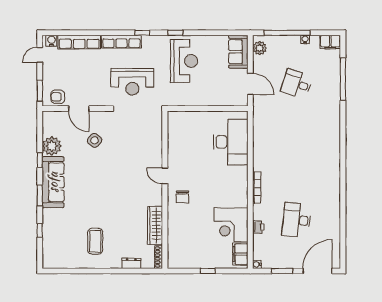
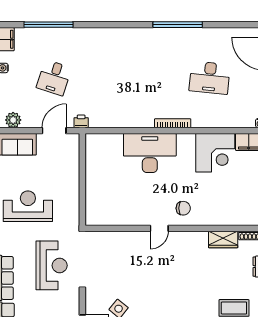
desk: (231, 142) -> (150, 153), moved
window: (343, 192) -> (178, 25), added
wardrobe: (155, 225) -> (223, 239), width x0.67
printer: (258, 227) -> (81, 121), moved

